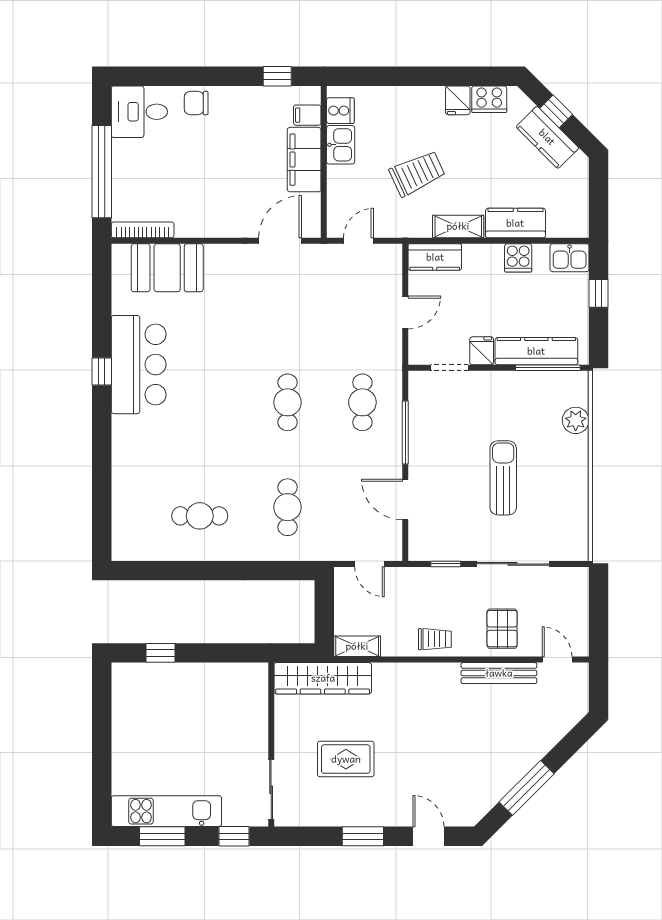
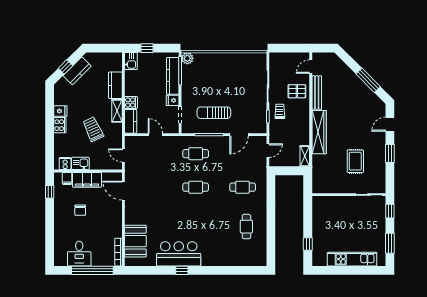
cooker: (489, 99) -> (60, 125), moved
chair: (196, 103) -> (80, 210), moved
desk: (139, 112) -> (79, 254), moved
cooker: (518, 258) -> (131, 102), moved
plant: (576, 420) -> (187, 58), moved
sun lounger: (503, 478) -> (214, 113), moved
trolley: (435, 639) -> (280, 111), moved
wardrobe: (323, 678) -> (319, 132), moved
kitchen unit: (166, 811) -> (352, 259), moved, turned 90

